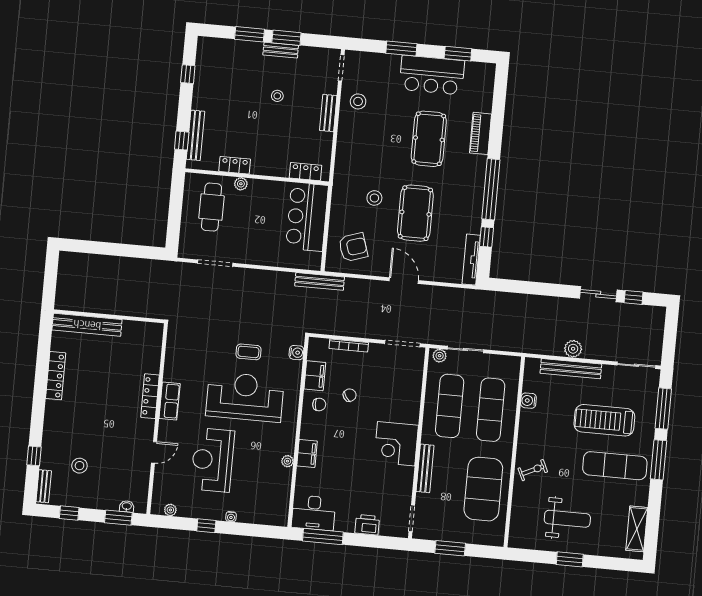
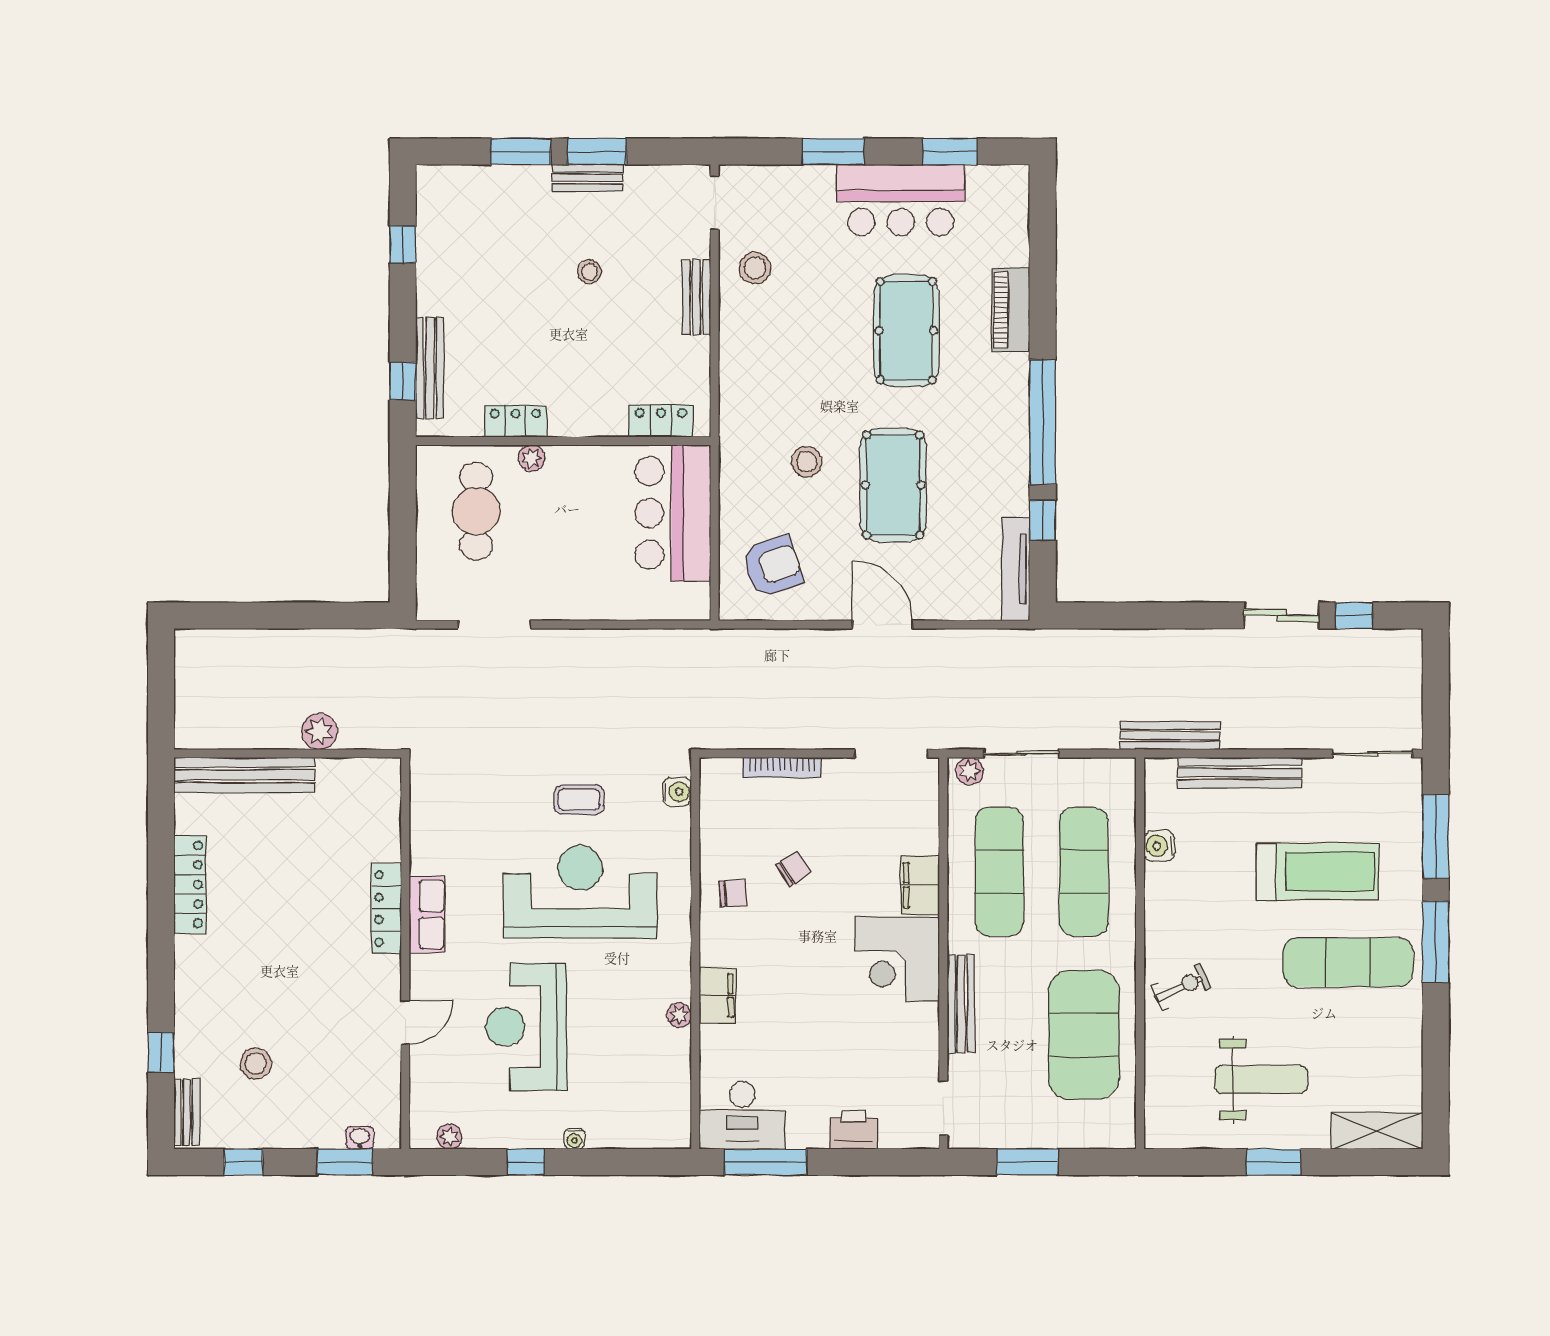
bench: (320, 281) -> (1170, 736), moved
plant: (573, 349) -> (320, 732), moved
filing cabinet: (315, 376) -> (920, 885), moved, turned 180
treadmill: (604, 420) -> (1318, 872), turned 180
shelving: (637, 529) -> (1377, 1131), moved, turned 90

